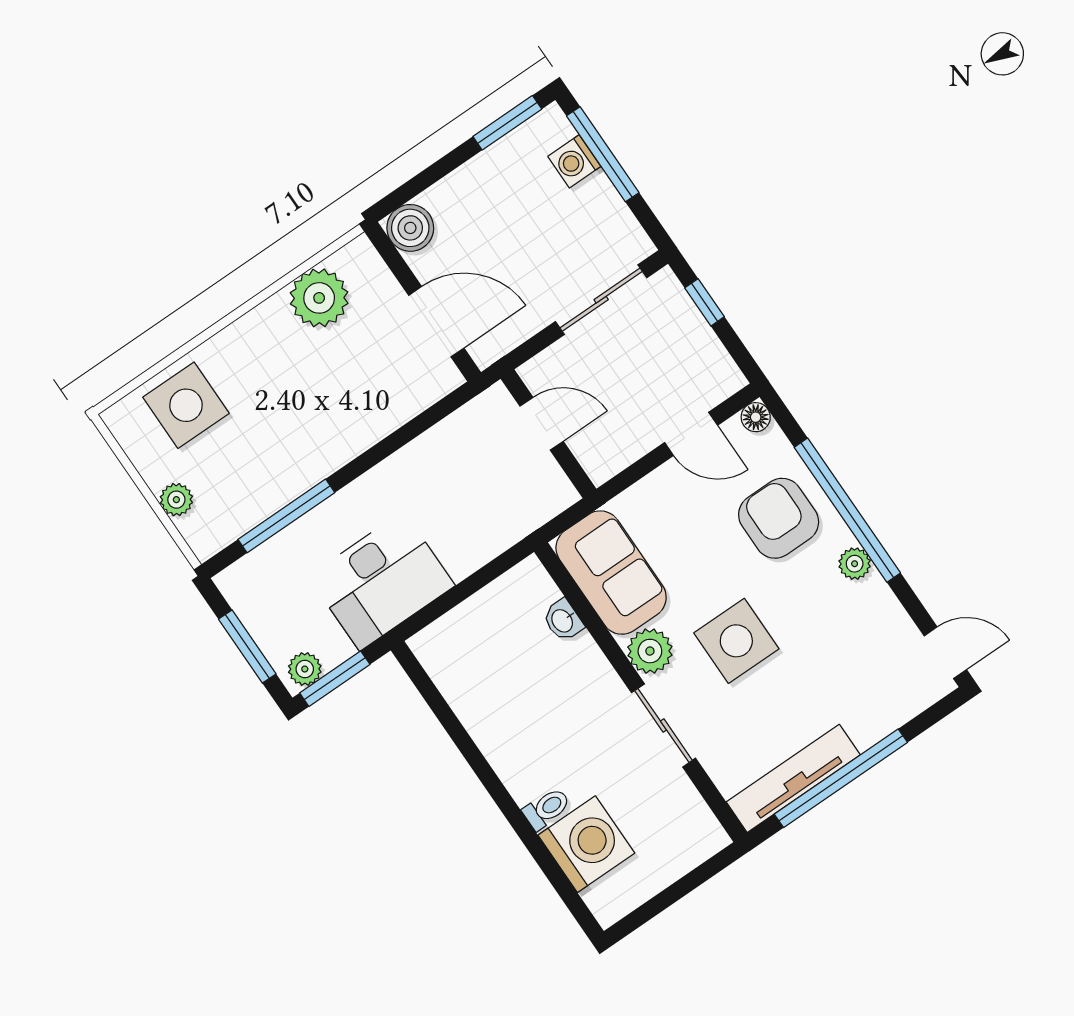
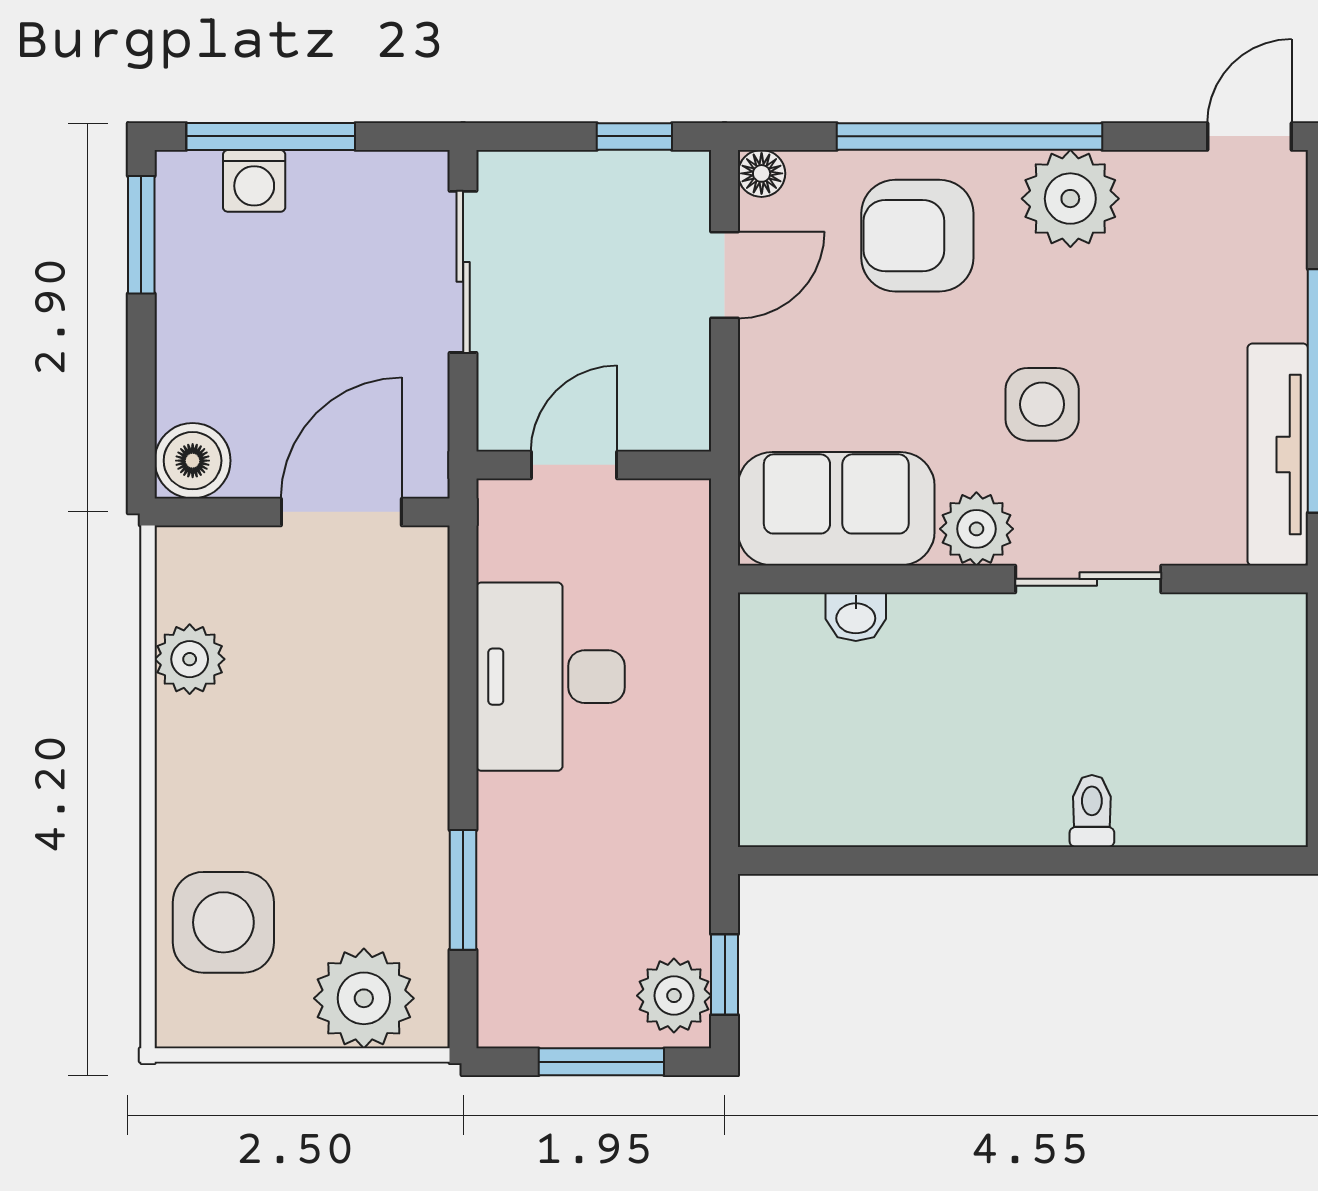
plant: (319, 298) -> (190, 659), width x0.73, depth x0.73
window: (704, 302) -> (634, 136), moved
plant: (176, 500) -> (364, 998), width x1.87, depth x1.87
window: (286, 516) -> (463, 890), width x0.69
plant: (855, 564) -> (1070, 199), width x1.87, depth x1.87
desk: (382, 581) -> (551, 677), moved, turned 180
side table: (736, 641) -> (1042, 404), width x0.73, depth x0.73
plant: (305, 669) -> (674, 996), width x1.38, depth x1.38
window: (335, 679) -> (725, 974), width x0.67
washing machine: (586, 844) -> (1176, 791), removed

